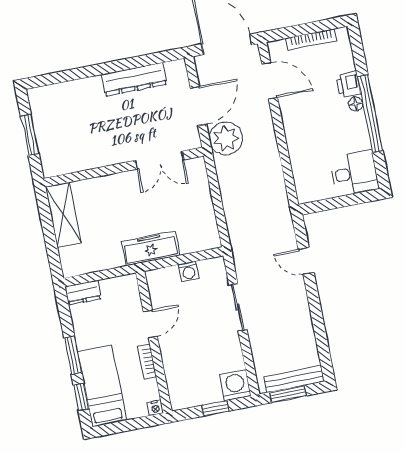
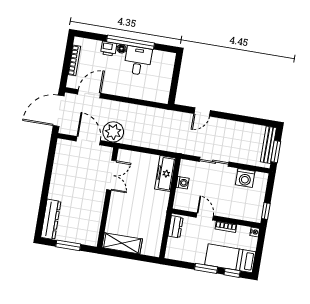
dresser: (134, 79) -> (51, 219), moved
desk: (354, 173) -> (138, 61), moved
freezer: (151, 248) -> (165, 173), moved
dresser: (83, 293) -> (176, 227), moved
washing machine: (235, 385) -> (245, 178), moved, turned -90
window: (215, 408) -> (266, 211), moved

